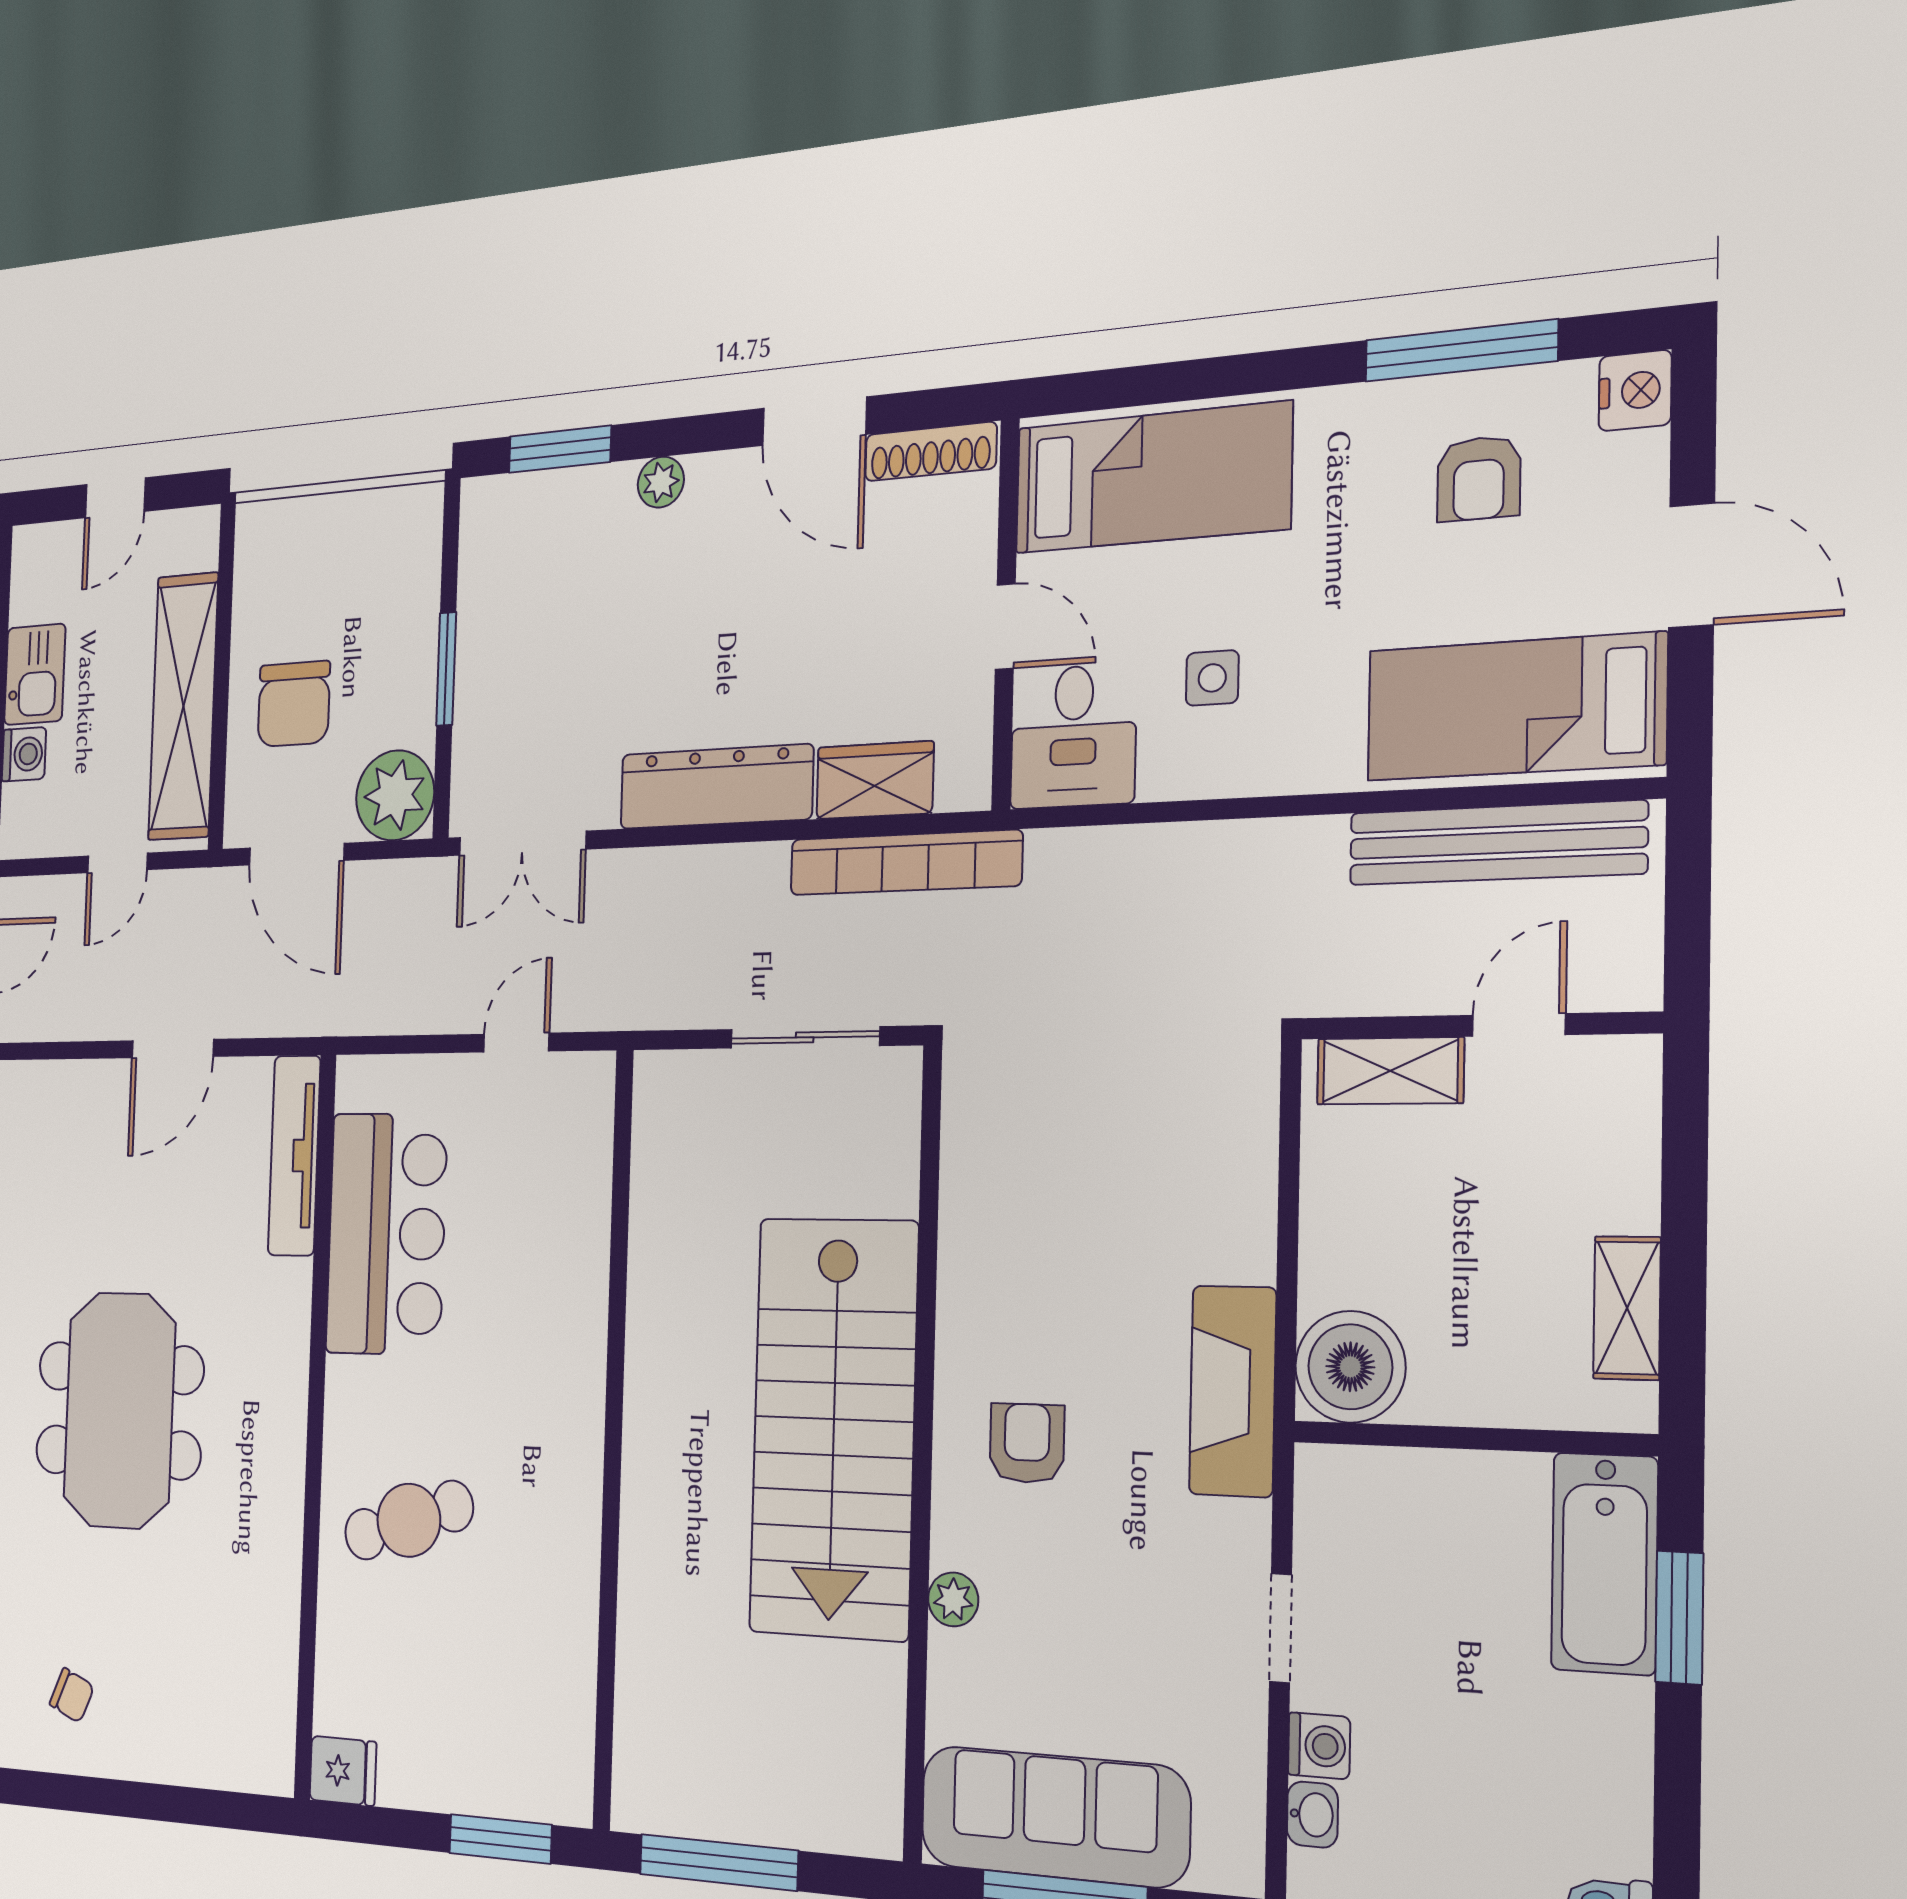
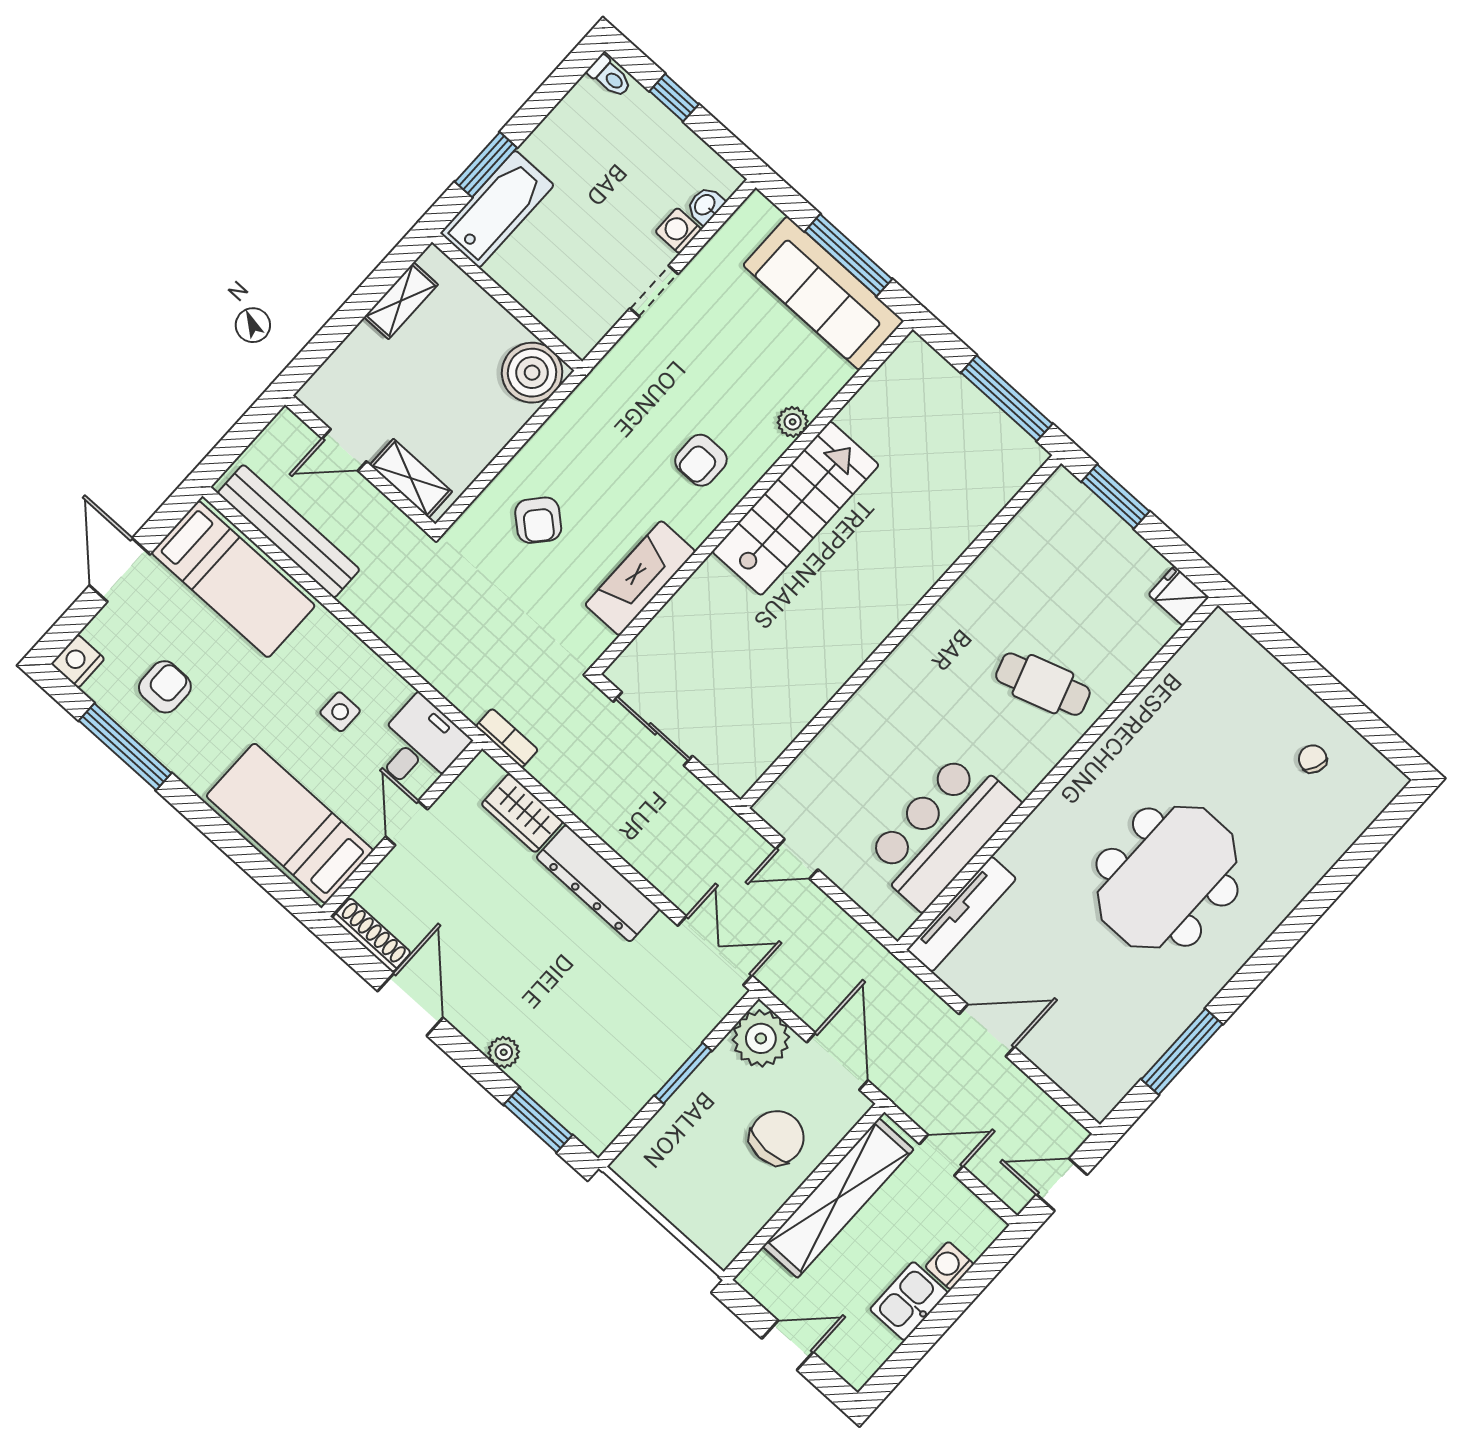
bookcase: (905, 863) -> (507, 738), width x0.43, depth x0.76
armchair: (1170, 1171) -> (538, 520), added
fireplace: (1233, 1391) -> (640, 578), moved, turned 180
stairs: (834, 1428) -> (796, 508), width x0.73, depth x0.66

